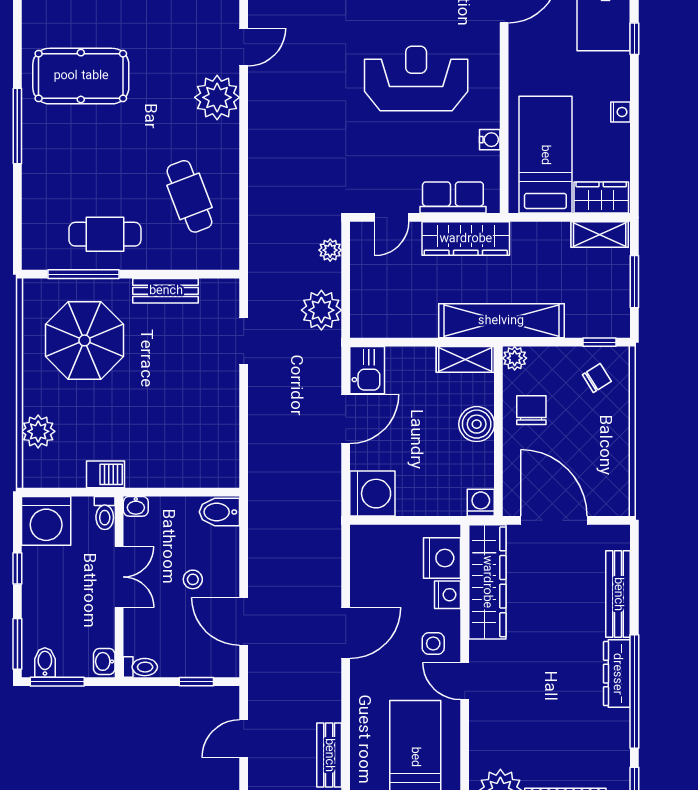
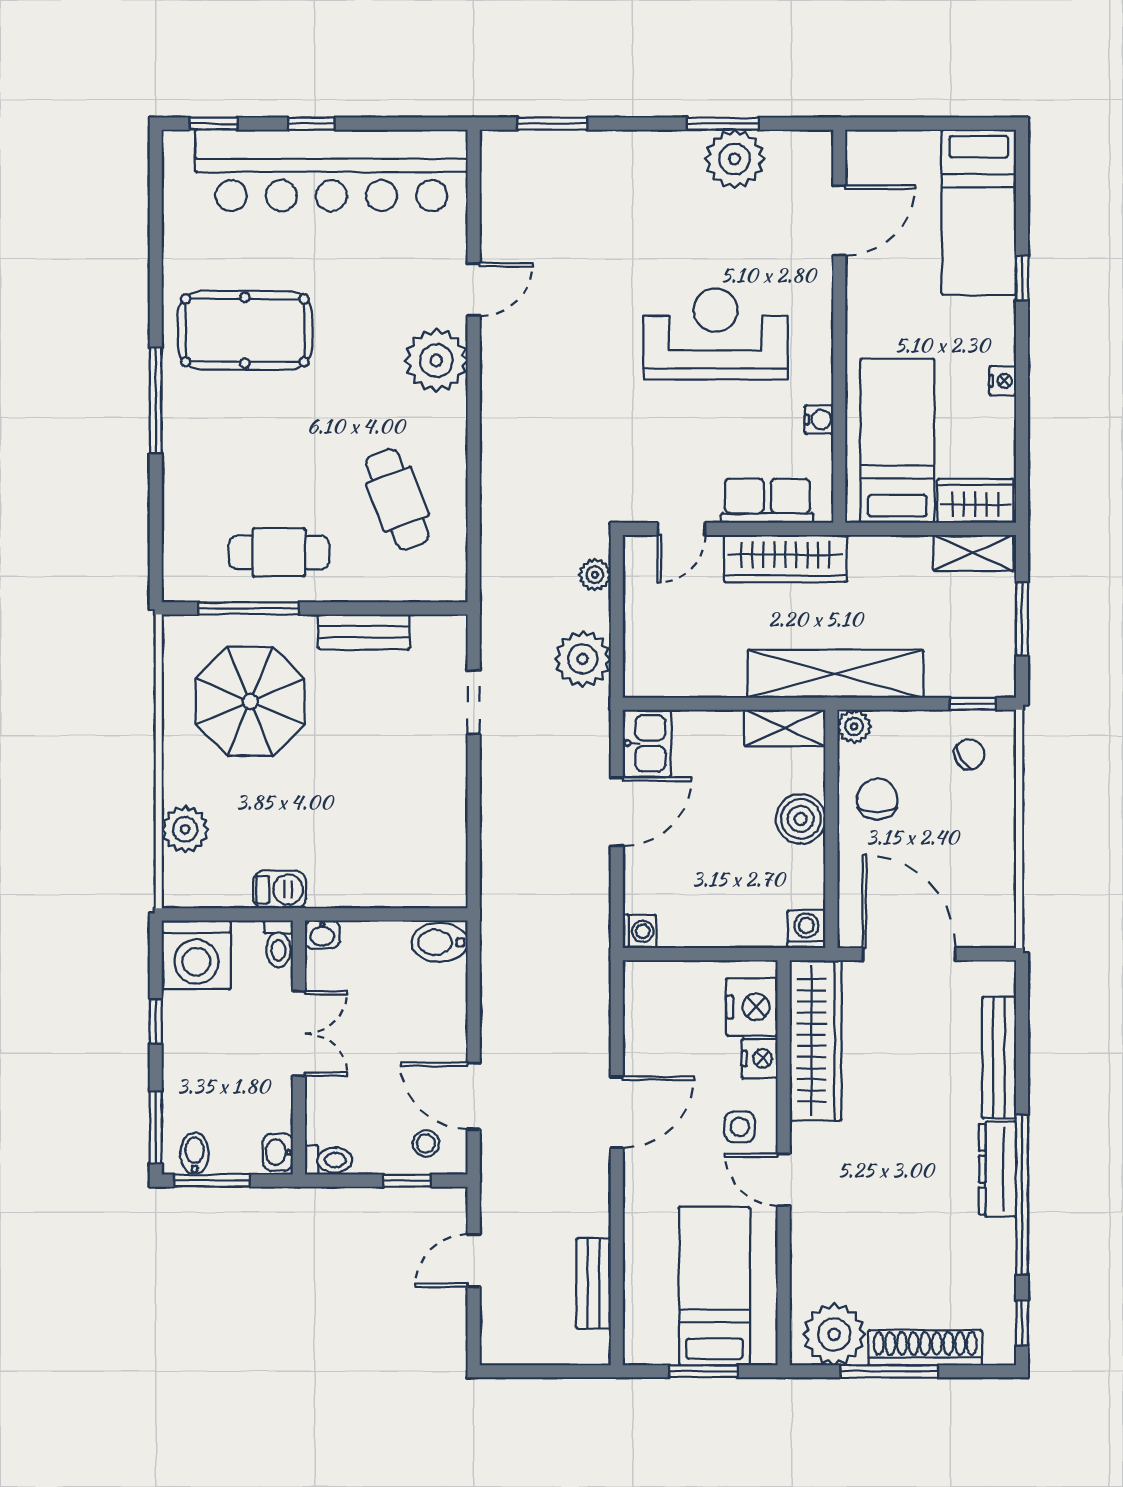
washing machine: (372, 494) -> (639, 931), width x0.53, depth x0.53
stool: (193, 579) -> (426, 1143), moved

